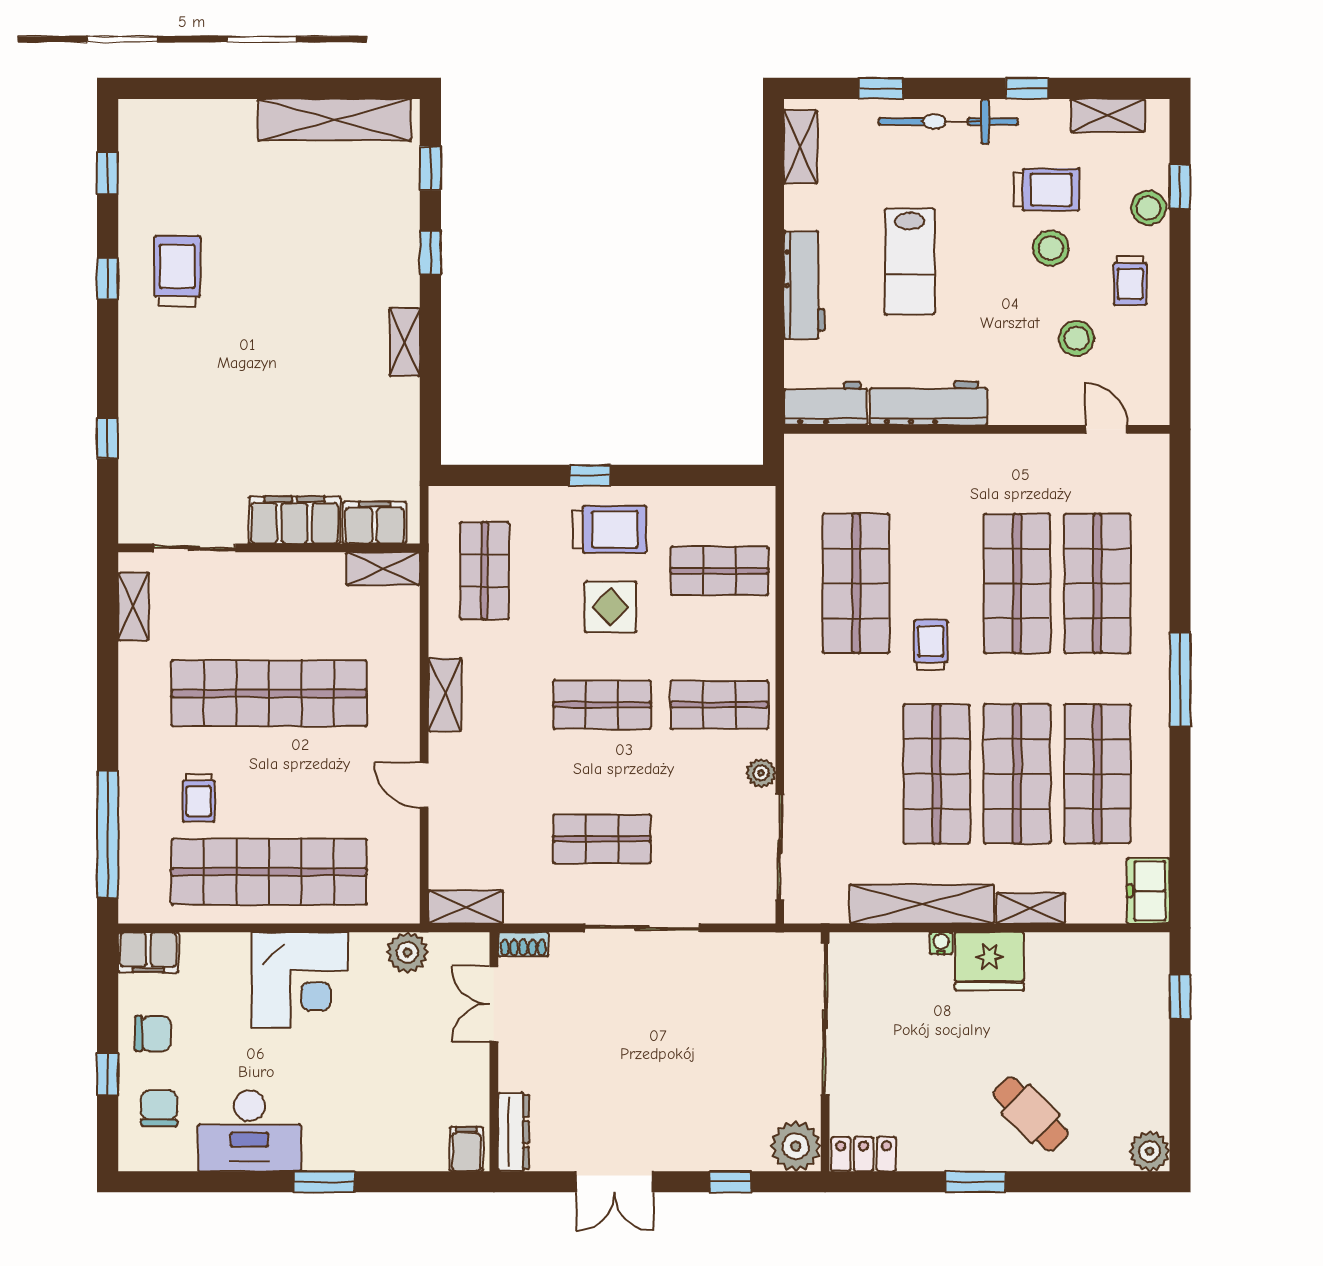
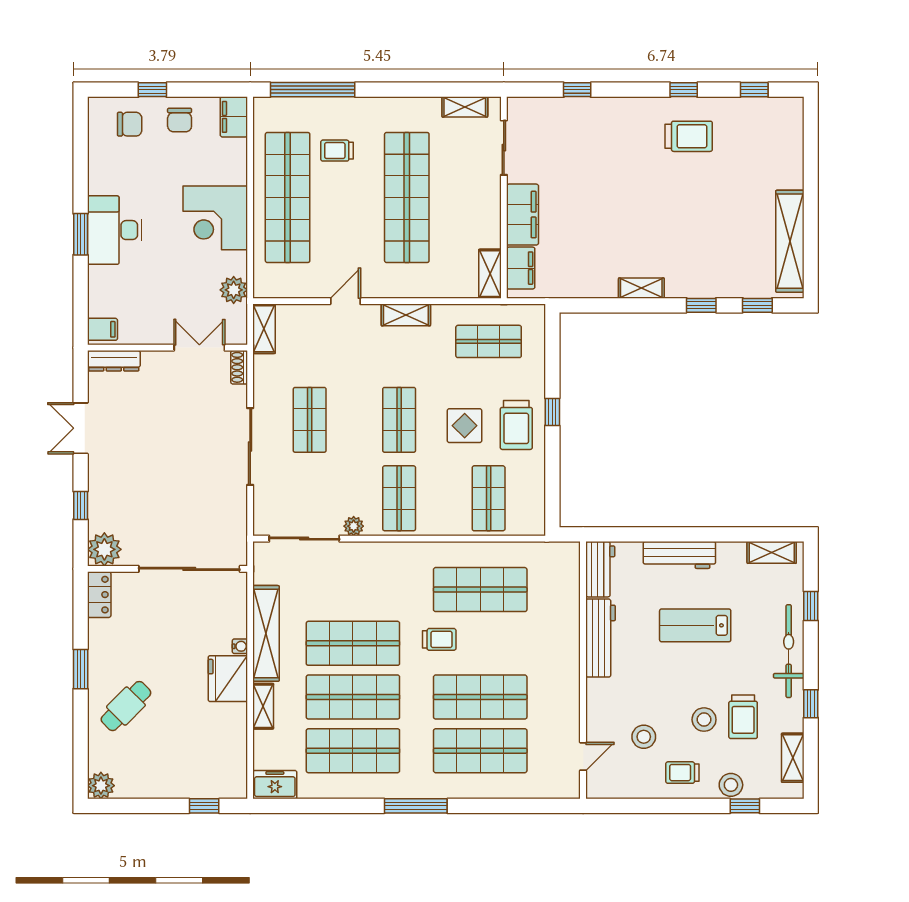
desk: (249, 1131) -> (115, 230), moved

